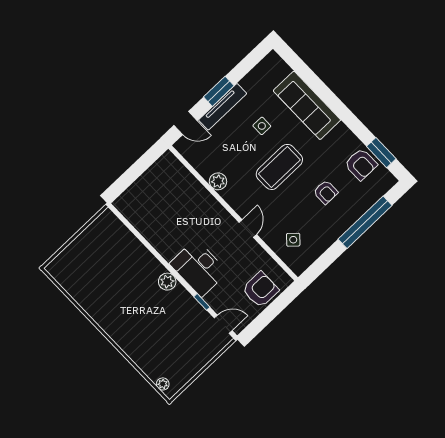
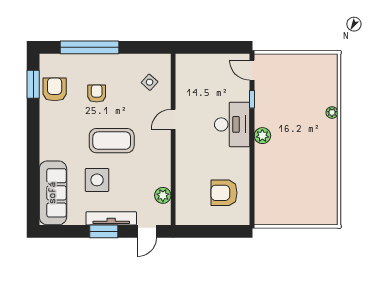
sofa: (307, 105) -> (53, 193), moved
door: (186, 123) -> (147, 231), swing flipped
side table: (262, 126) -> (97, 180), width x1.87, depth x1.87
plant: (218, 181) -> (163, 195), moved
armchair: (260, 290) -> (224, 193), moved
plant: (163, 384) -> (332, 113), moved

